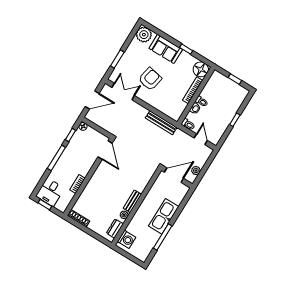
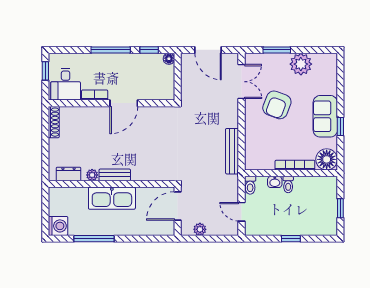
plant: (144, 35) -> (301, 64), moved
sofa: (166, 49) -> (325, 116), moved
armchair: (150, 79) -> (277, 105), turned 100
door: (201, 139) -> (242, 212), swing flipped
door: (105, 150) -> (124, 103), moved
door: (174, 175) -> (178, 206), swing flipped
desk: (50, 192) -> (66, 84), moved, turned -90
kitchen sink: (164, 216) -> (112, 198), moved, turned 180
washing machine: (127, 239) -> (58, 226), moved, turned -90

